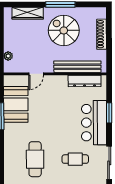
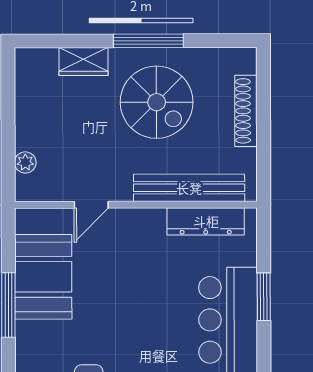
wardrobe: (28, 13) -> (84, 61), width x0.67
spiral stairs: (64, 30) -> (157, 102), turned 180

